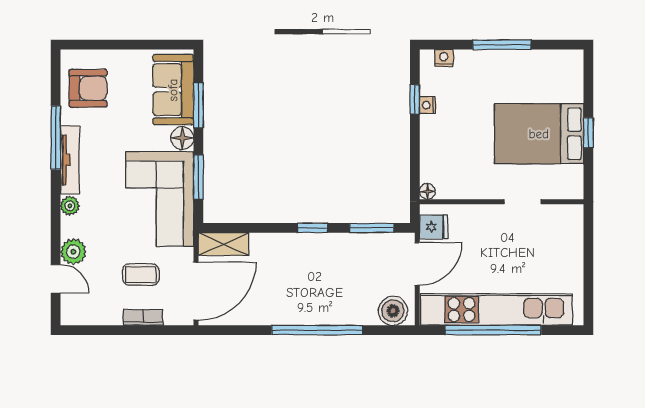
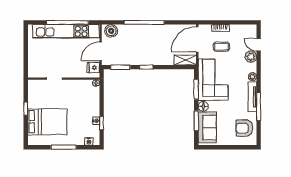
bed: (539, 134) -> (47, 122), moved

